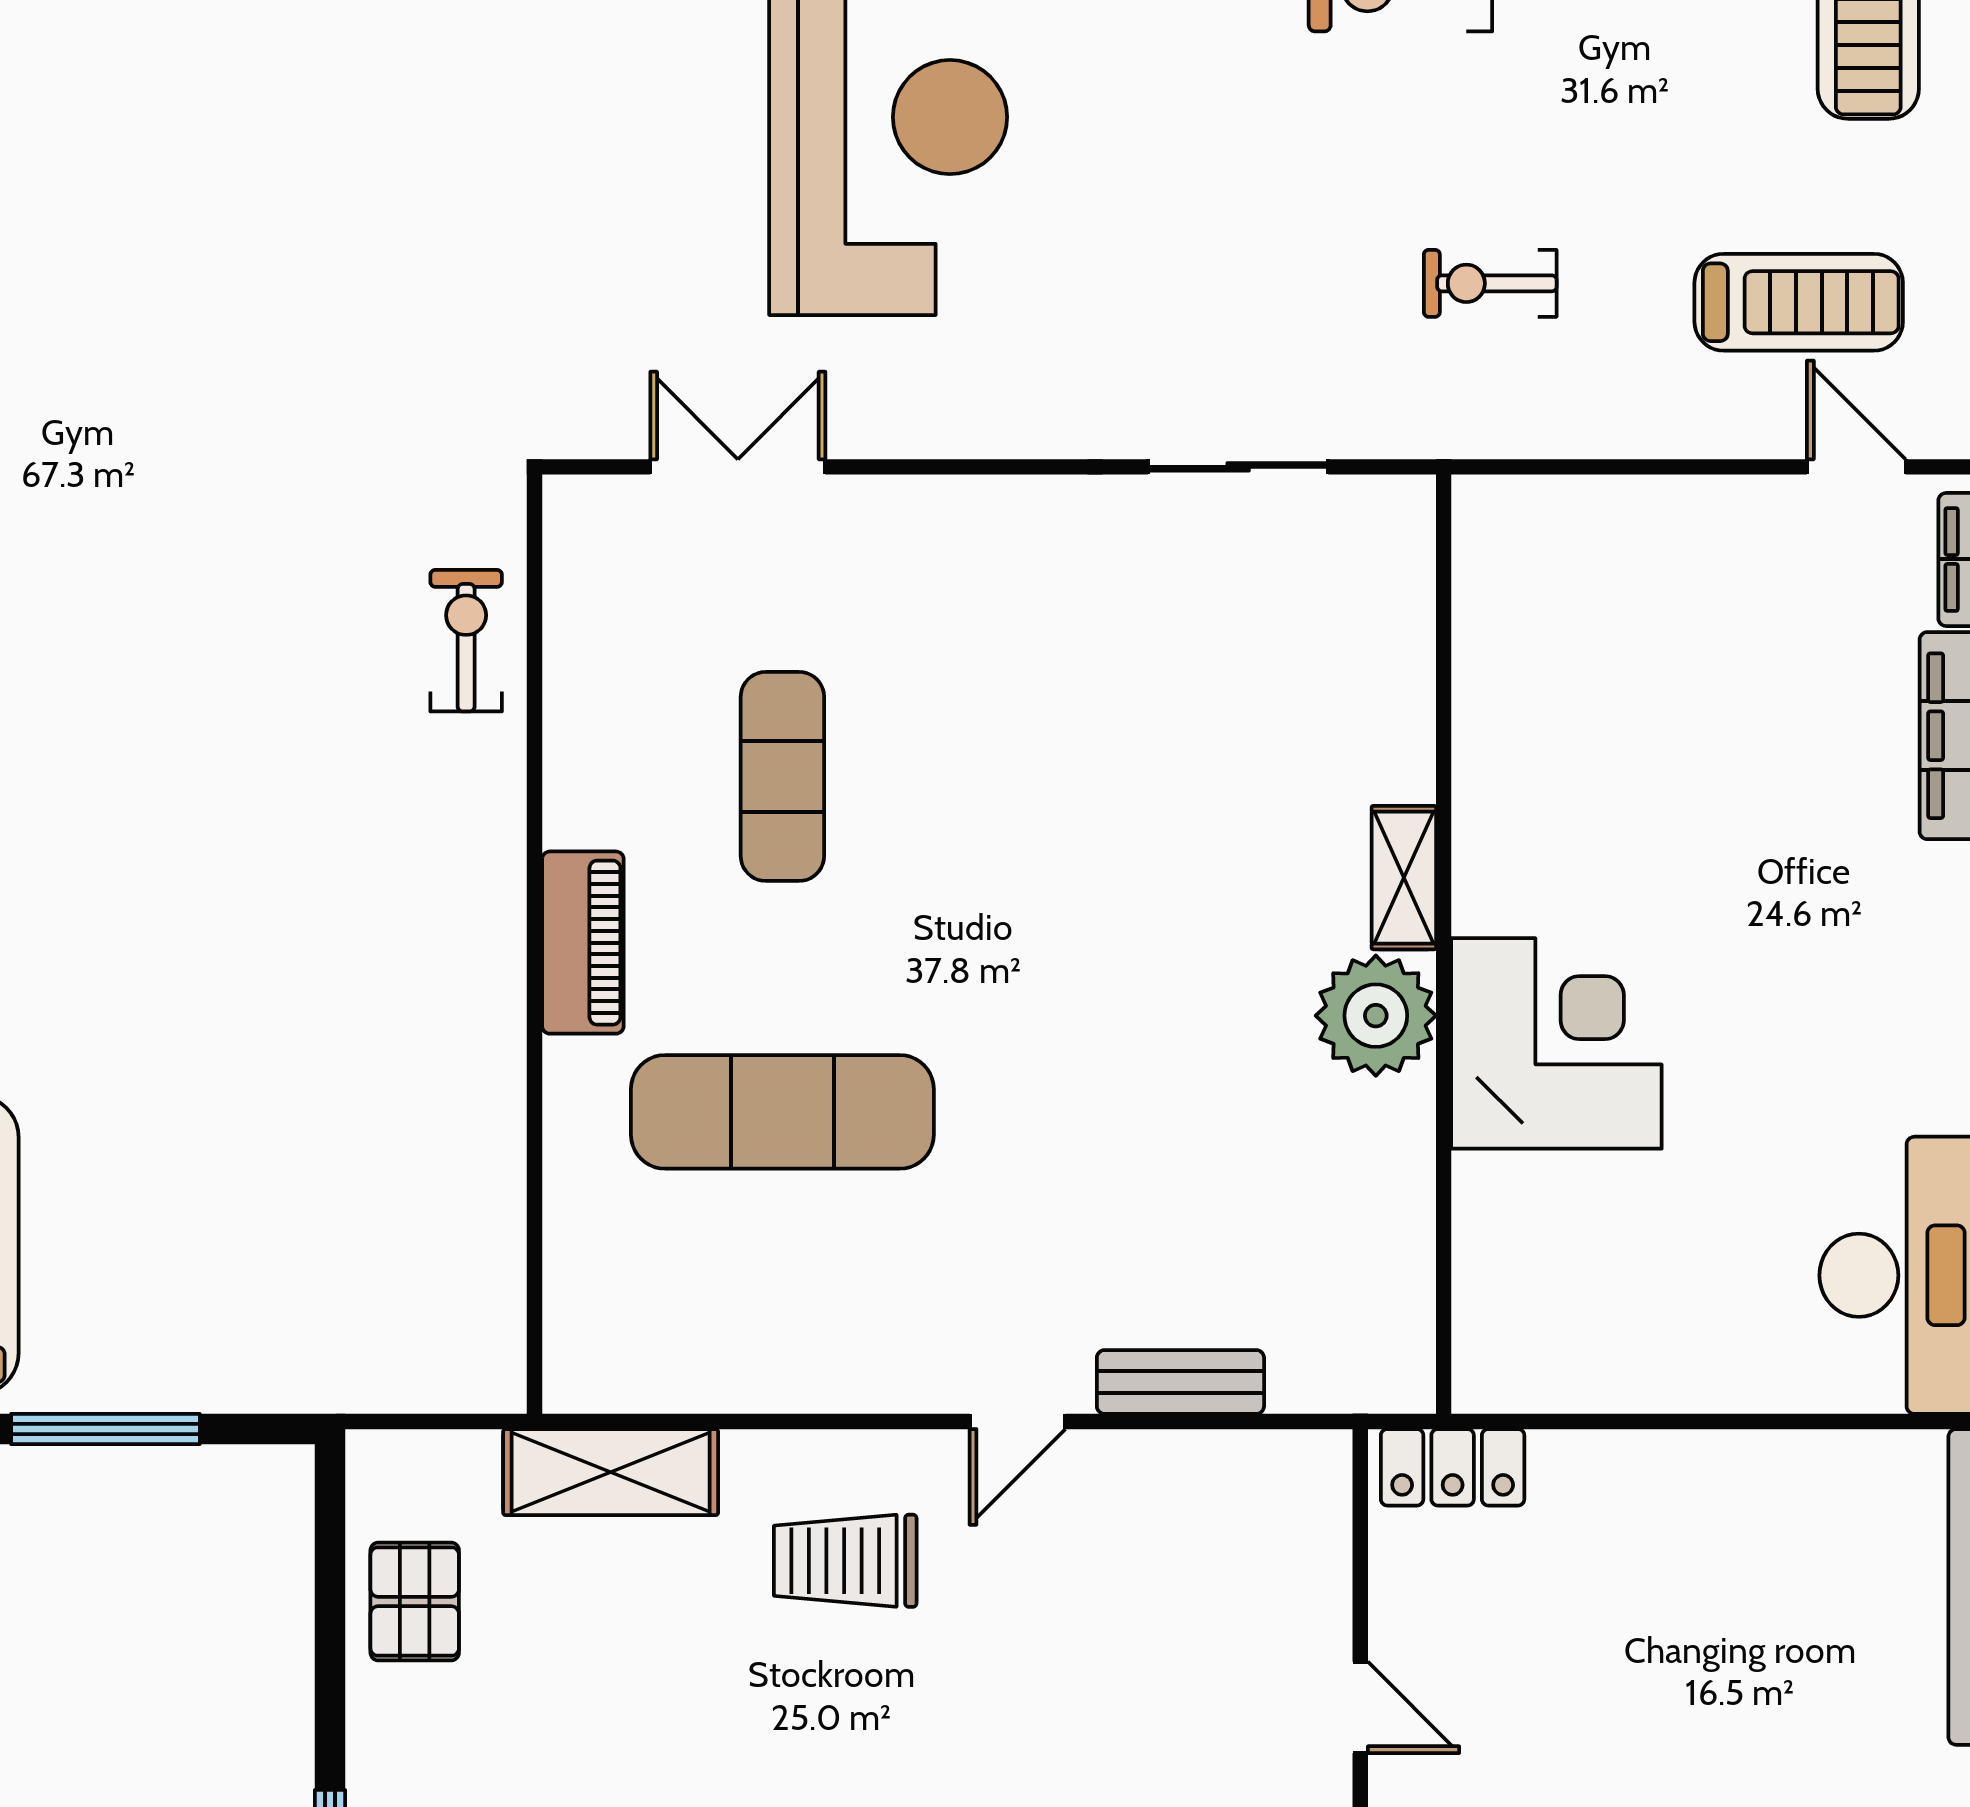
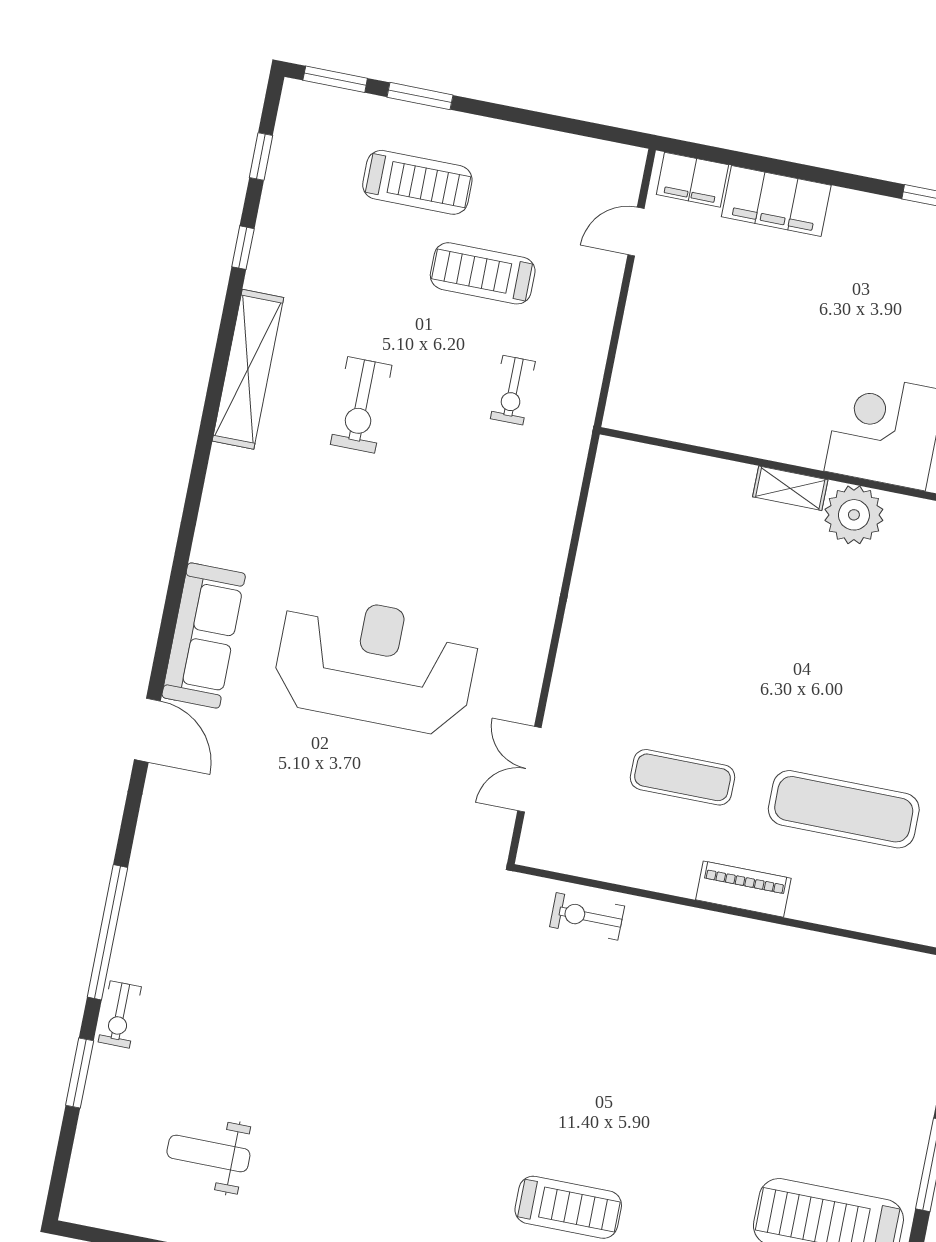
treadmill: (1799, 302) -> (483, 273), moved, turned -90
sliding door: (1238, 467) -> (577, 529), removed
exercise mat: (782, 1112) -> (844, 809), turned 90

